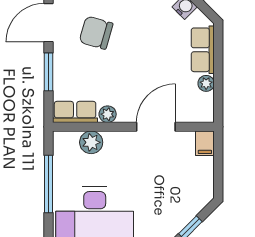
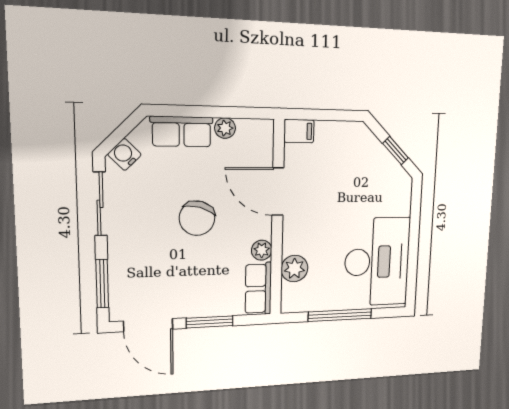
chair: (96, 33) -> (197, 218), moved

